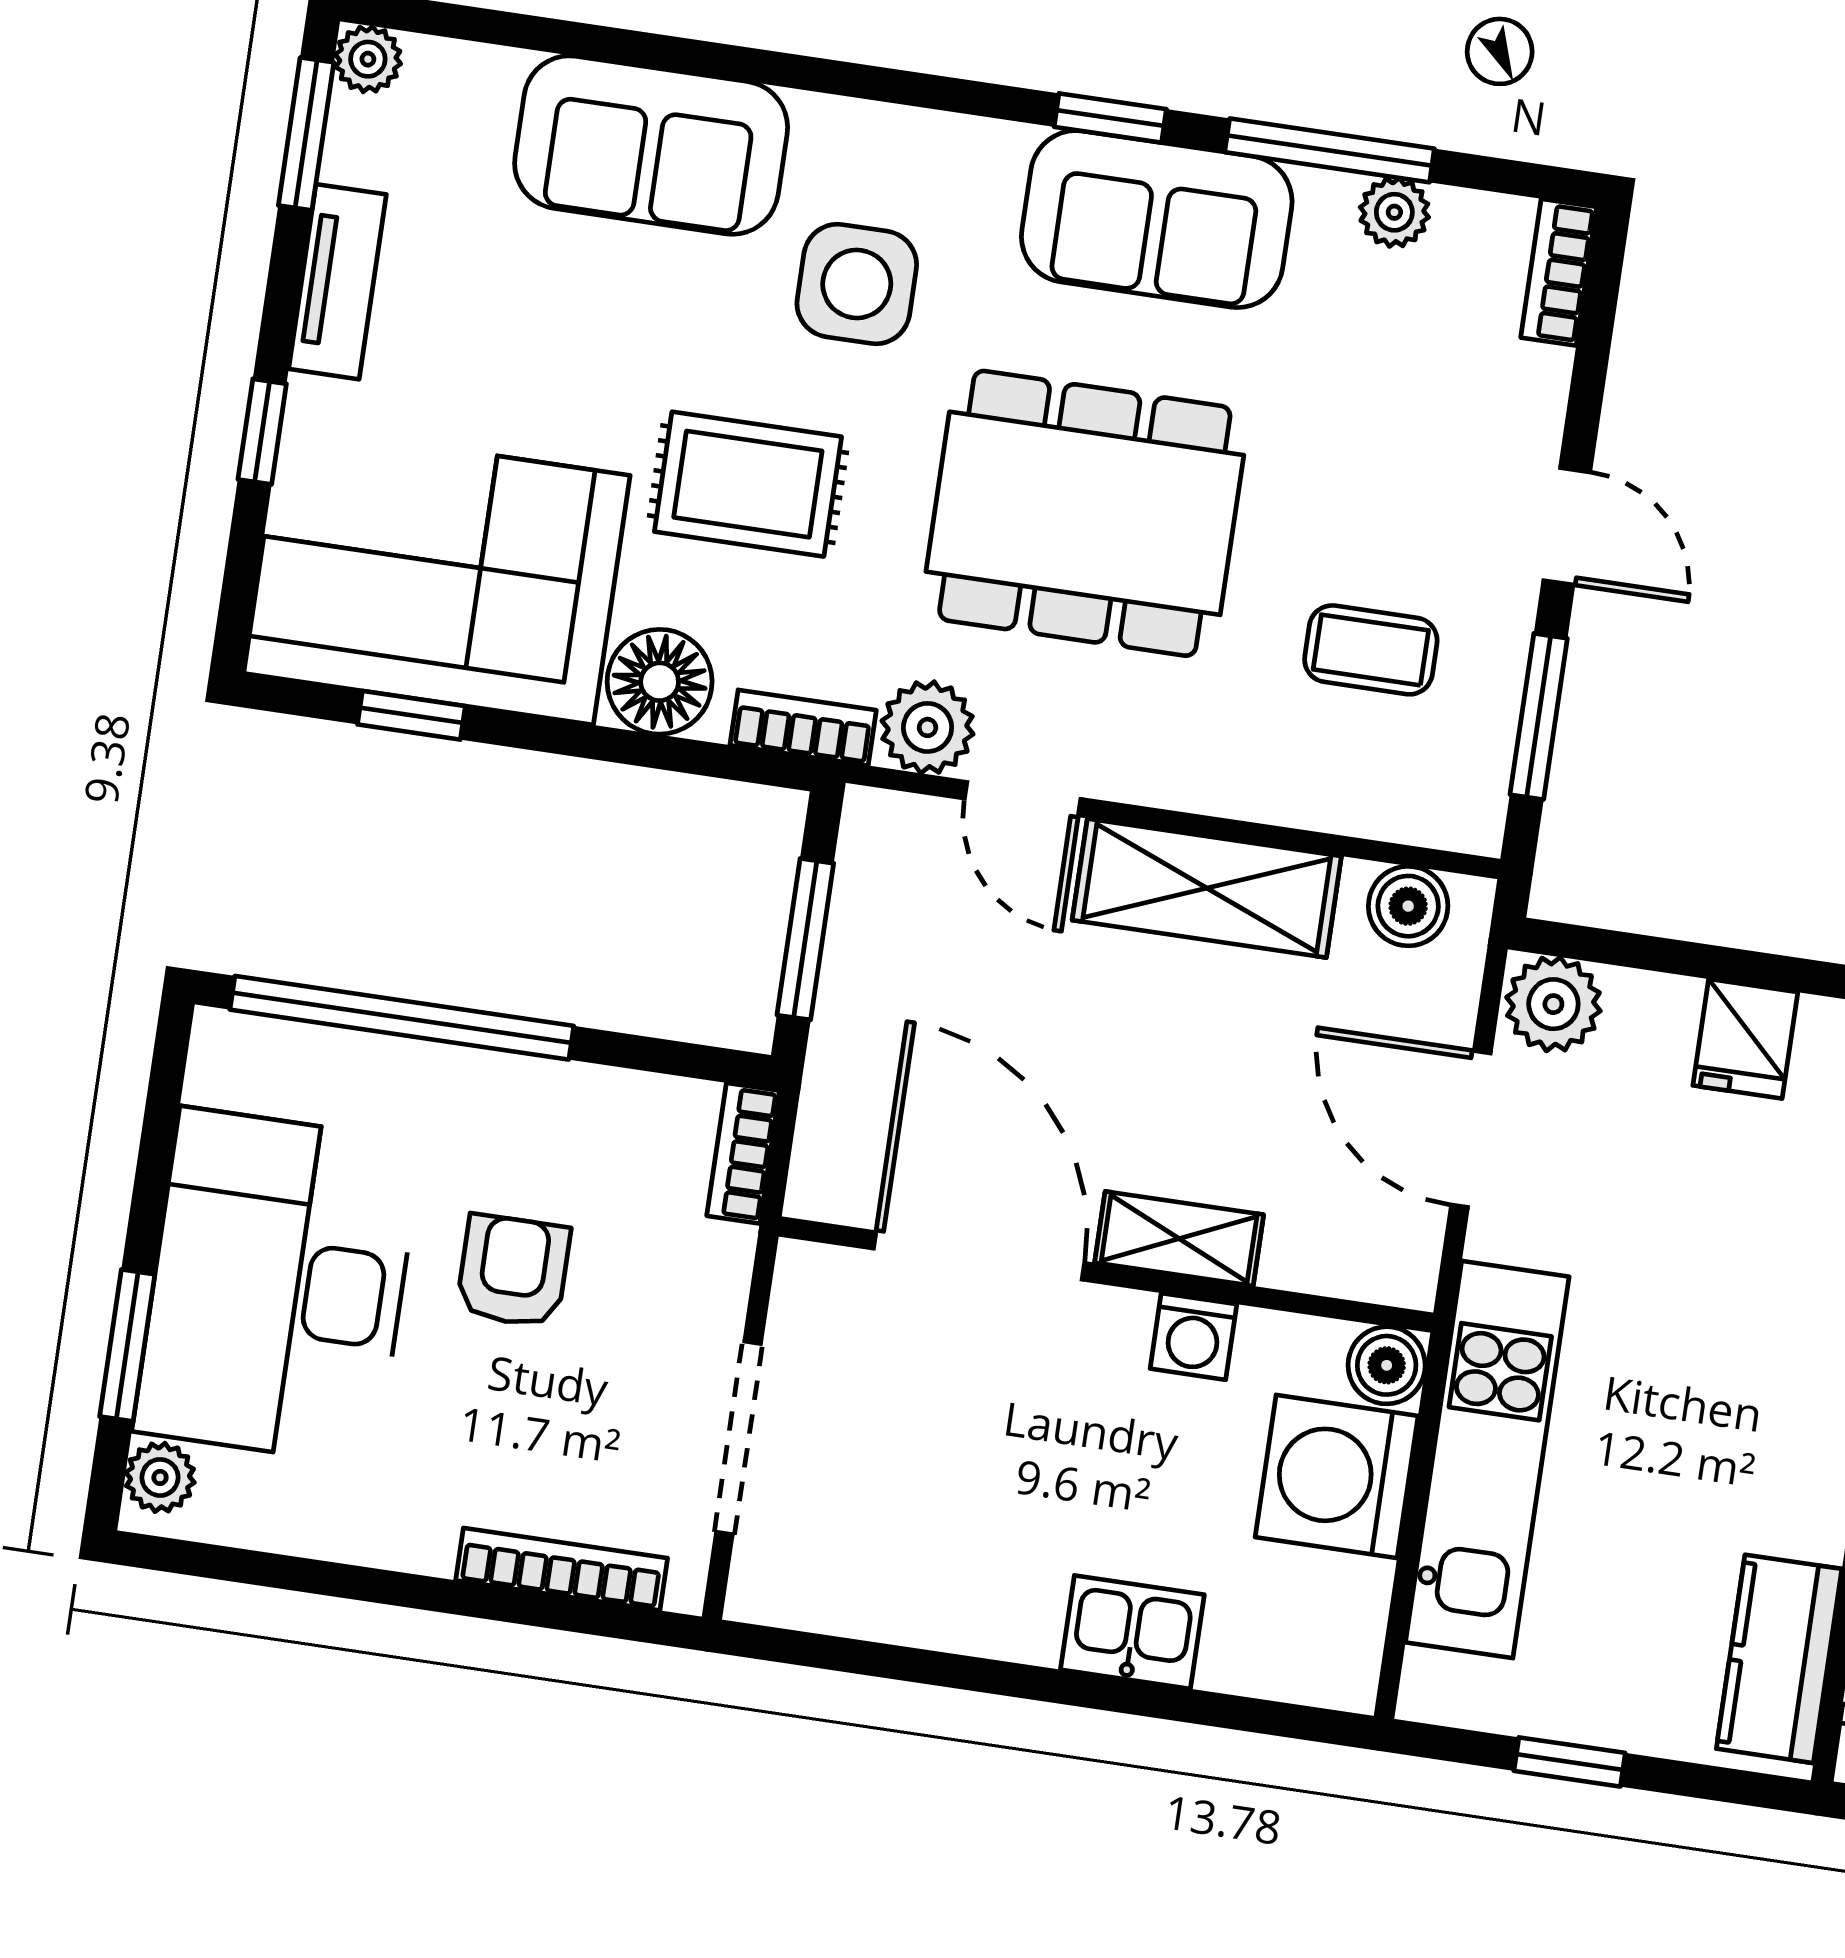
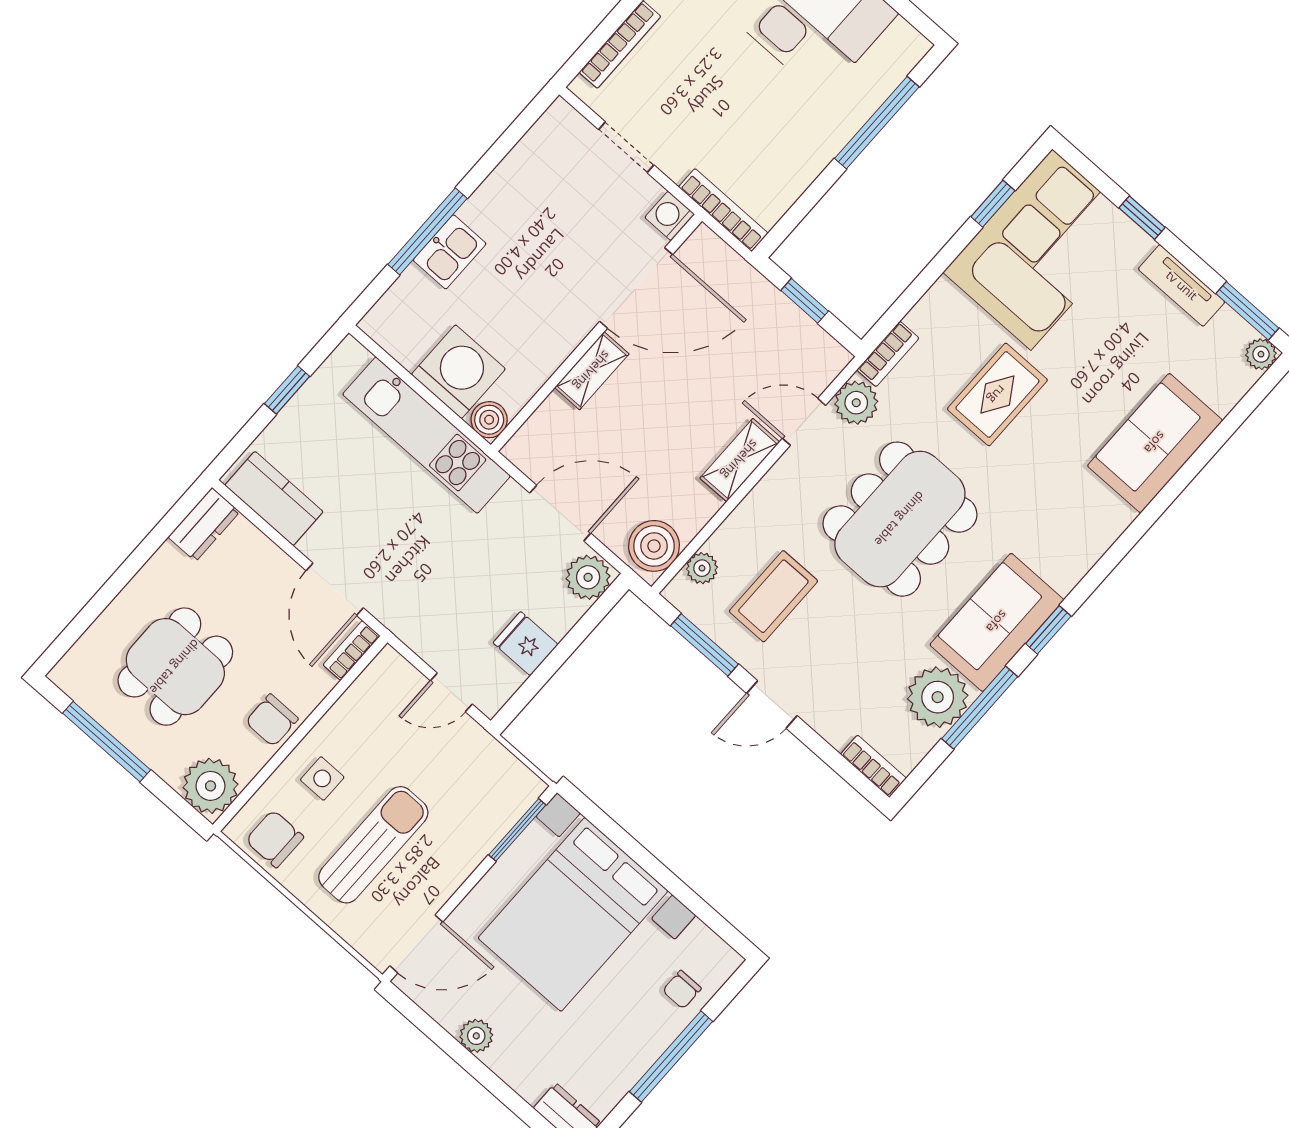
plant: (1394, 212) -> (938, 697), width x1.87, depth x1.87
side table: (857, 284) -> (1048, 488), removed
coffee table: (1371, 650) -> (773, 596), width x1.36, depth x1.30
floor lamp: (660, 682) -> (943, 309), removed
plant: (1404, 811) -> (702, 568), added
shelving: (1207, 888) -> (740, 460), width x0.67, depth x0.75
boiler: (1408, 906) -> (654, 546), width x1.36, depth x1.36
window: (805, 939) -> (805, 301), width x0.67
window: (402, 1018) -> (877, 123), width x0.68
bookcase: (743, 1153) -> (723, 210), width x1.56
armchair: (513, 1271) -> (749, 102), removed
washing machine: (1193, 1336) -> (670, 216), moved
doorway: (738, 1438) -> (626, 147), width x0.73
window: (1121, 1696) -> (427, 231), added

